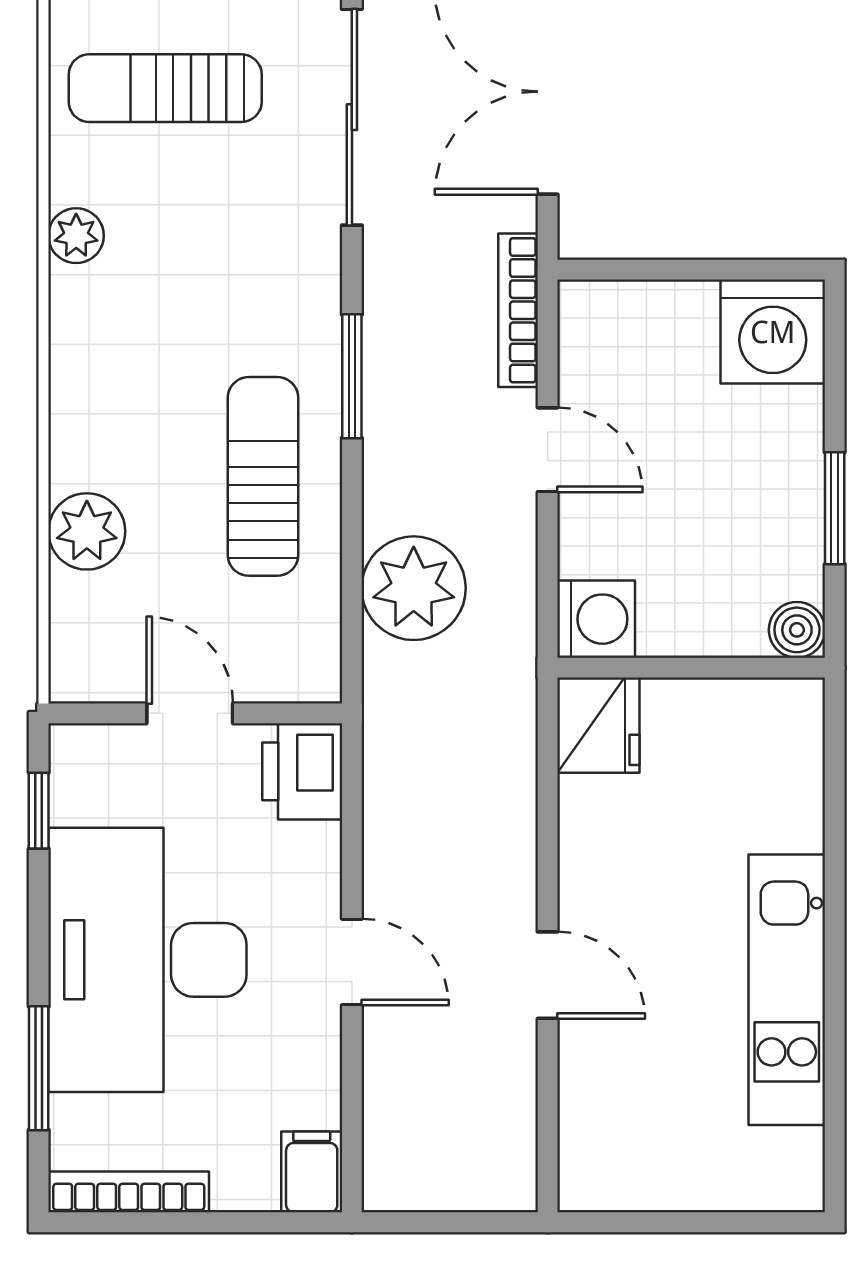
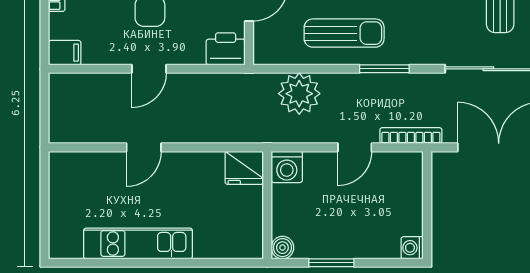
washing machine: (773, 332) -> (412, 248), width x0.53, depth x0.53

